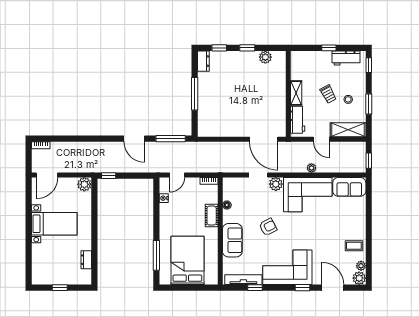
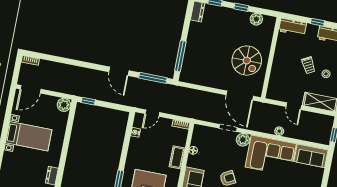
shelving: (296, 93) -> (279, 58), removed
window: (195, 94) -> (180, 56), moved
spiral stairs: (264, 102) -> (247, 61), added
workbench: (298, 120) -> (293, 27), moved, turned 90

